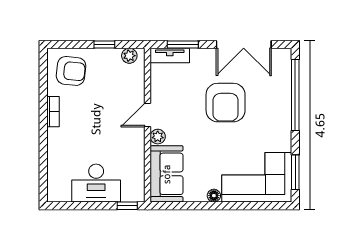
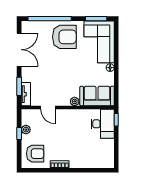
plant: (129, 56) -> (26, 130), moved
armchair: (71, 71) -> (35, 154), turned 84
armchair: (226, 103) -> (64, 37), moved
door: (147, 115) -> (48, 108), moved
desk: (96, 183) -> (103, 124), moved

